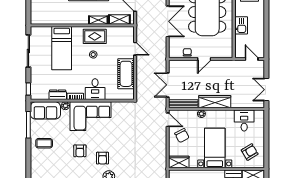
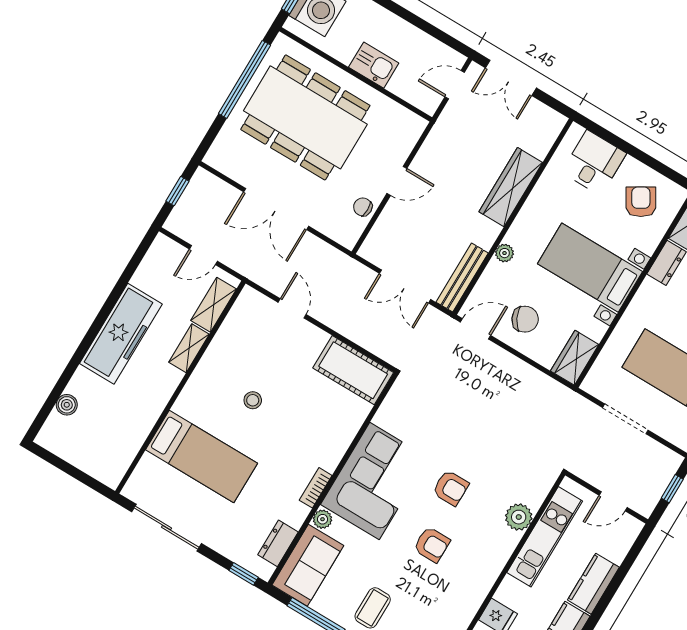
double door: (168, 21) -> (276, 209), swing flipped
rug: (95, 36) -> (218, 375), removed
door: (135, 49) -> (292, 308), hinge flipped
door: (204, 59) -> (397, 181), hinge flipped
cot: (126, 74) -> (353, 370), moved
desk: (95, 89) -> (325, 439), removed
double door: (266, 90) -> (511, 78), moved
dresser: (58, 95) -> (278, 543), moved
wardrobe: (215, 102) -> (511, 187), moved
desk: (244, 120) -> (594, 163), moved, turned 90
armchair: (102, 158) -> (451, 488), moved

